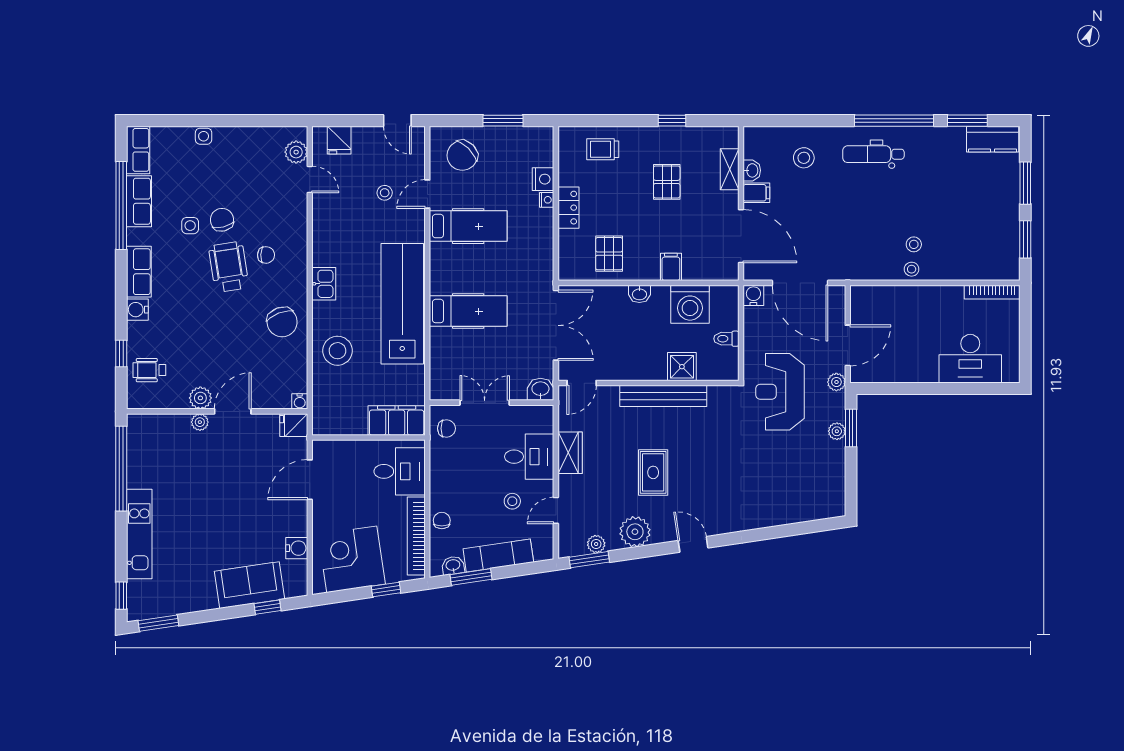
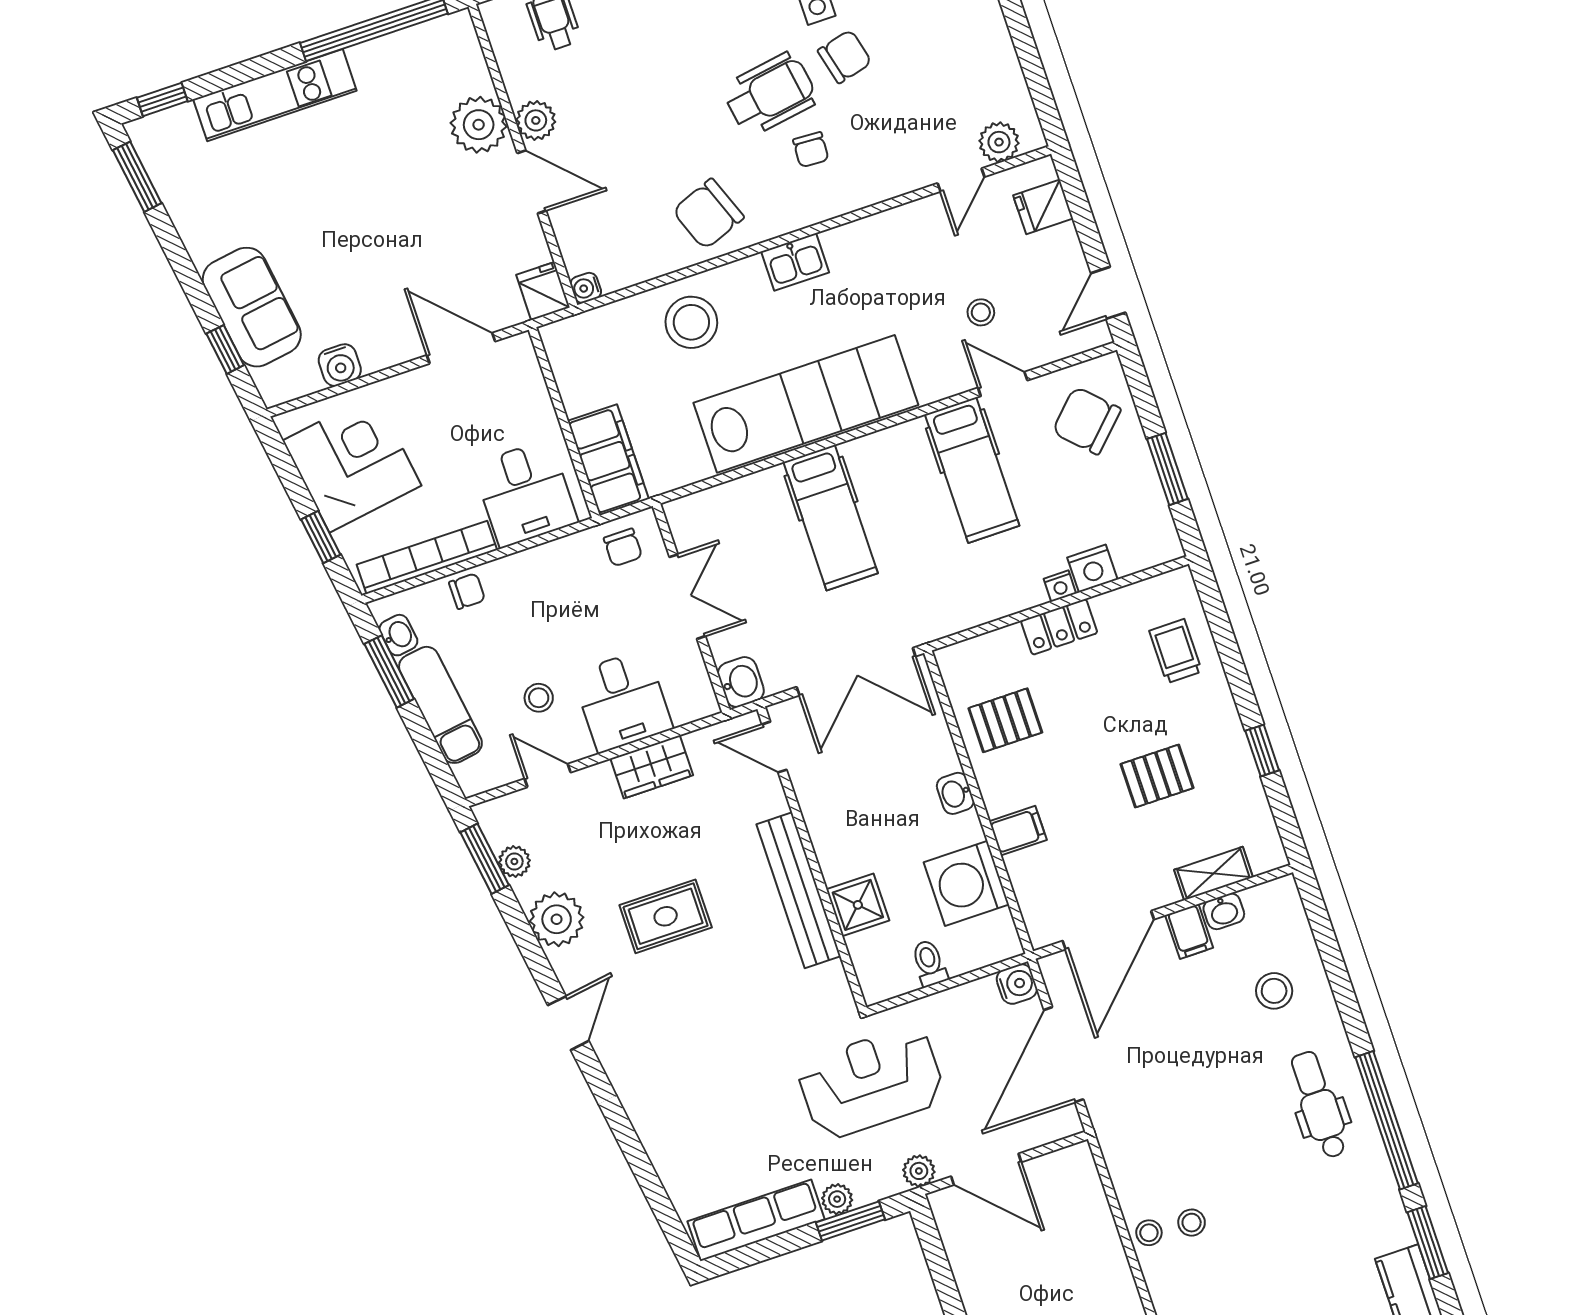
plant: (200, 422) -> (479, 125), width x1.87, depth x1.87
row of seats: (834, 479) -> (756, 1220), added

